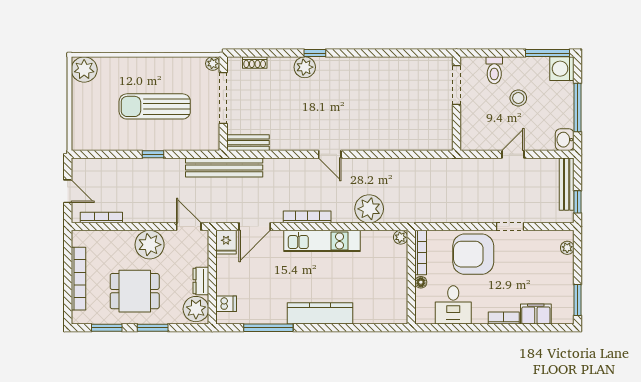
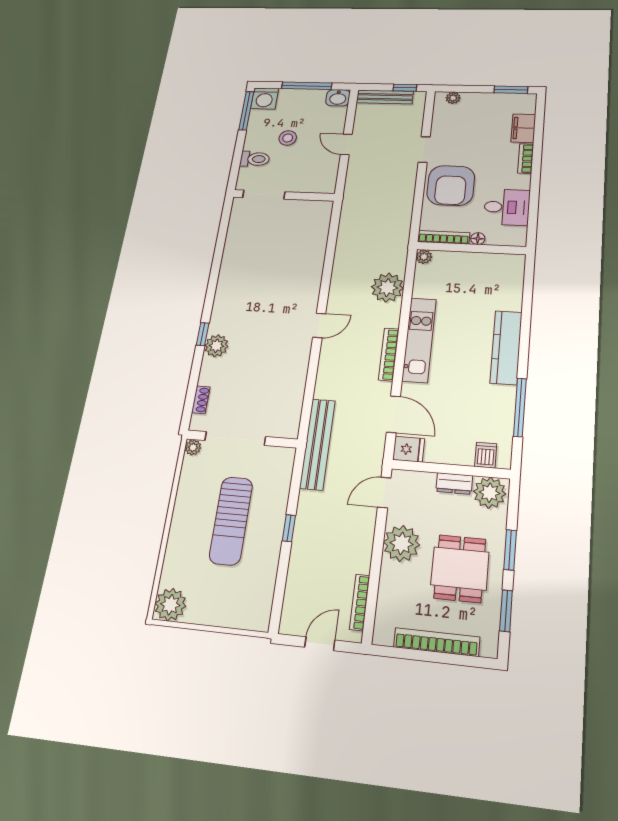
bench: (248, 143) -> (292, 414), removed

